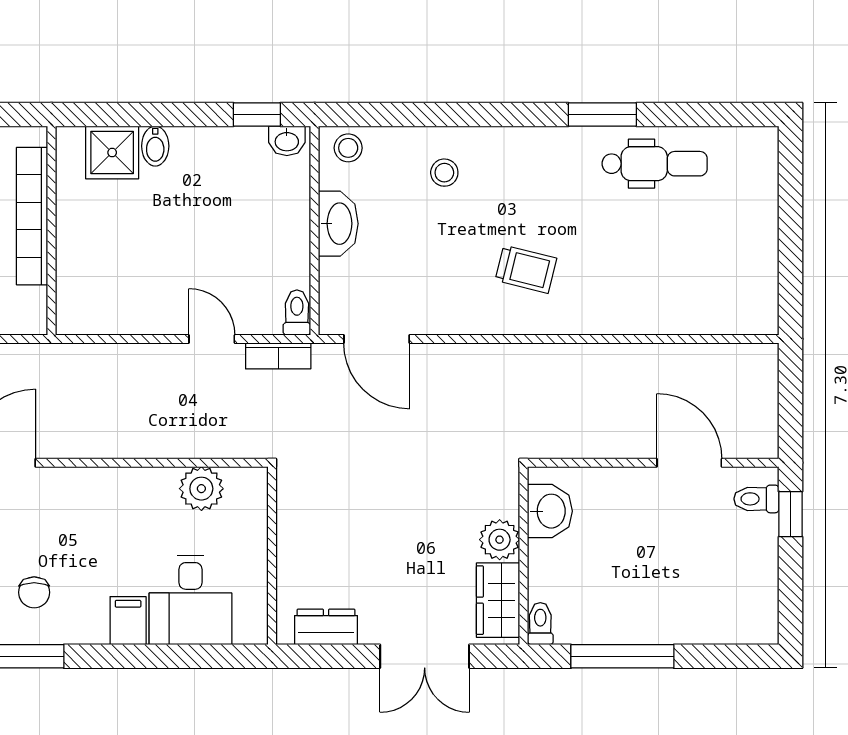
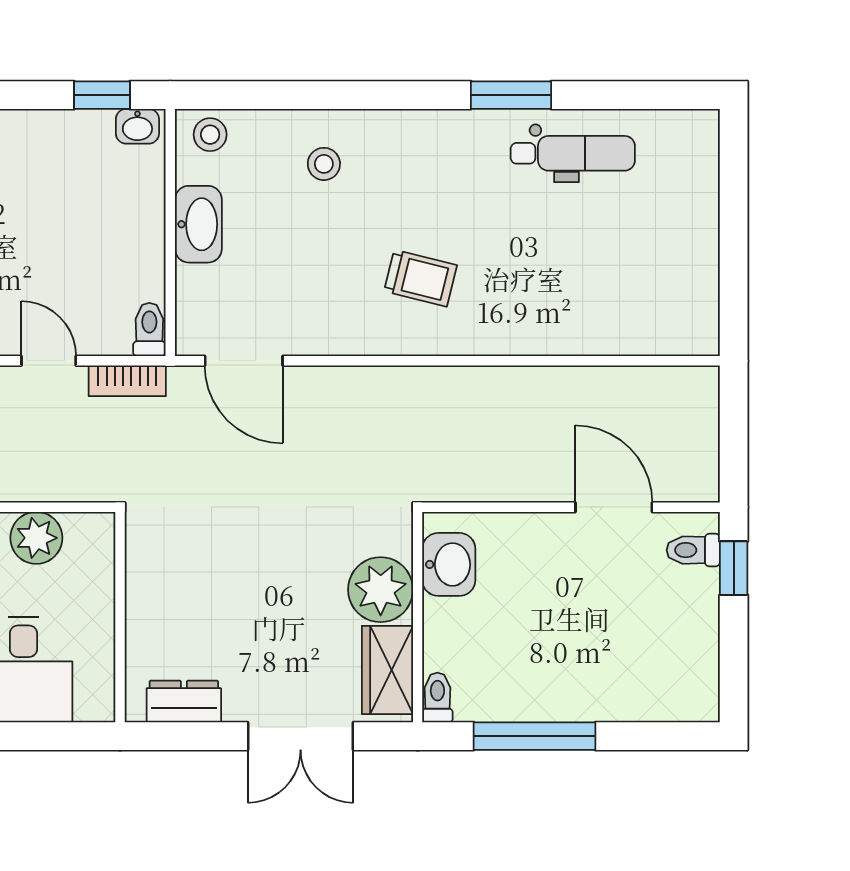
plant: (500, 540) -> (381, 590), width x1.36, depth x1.36

